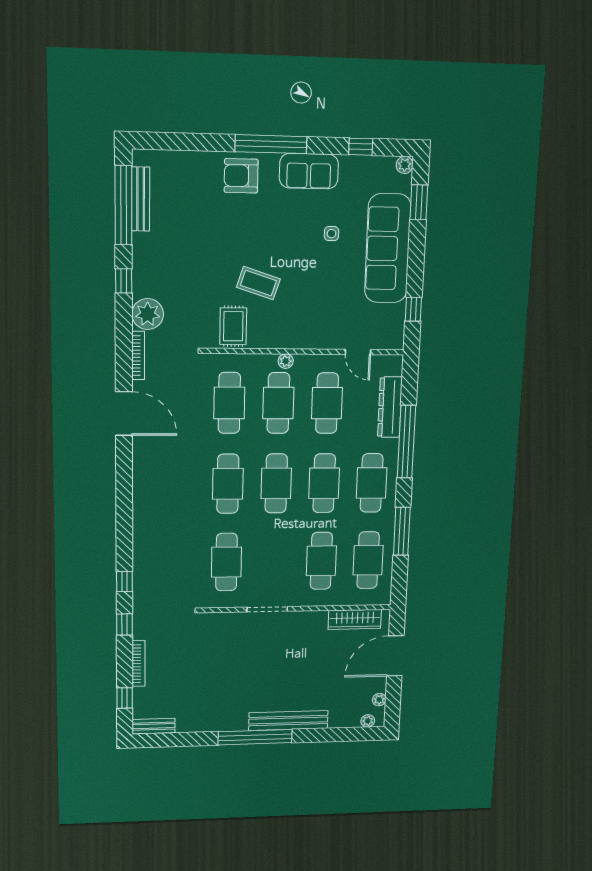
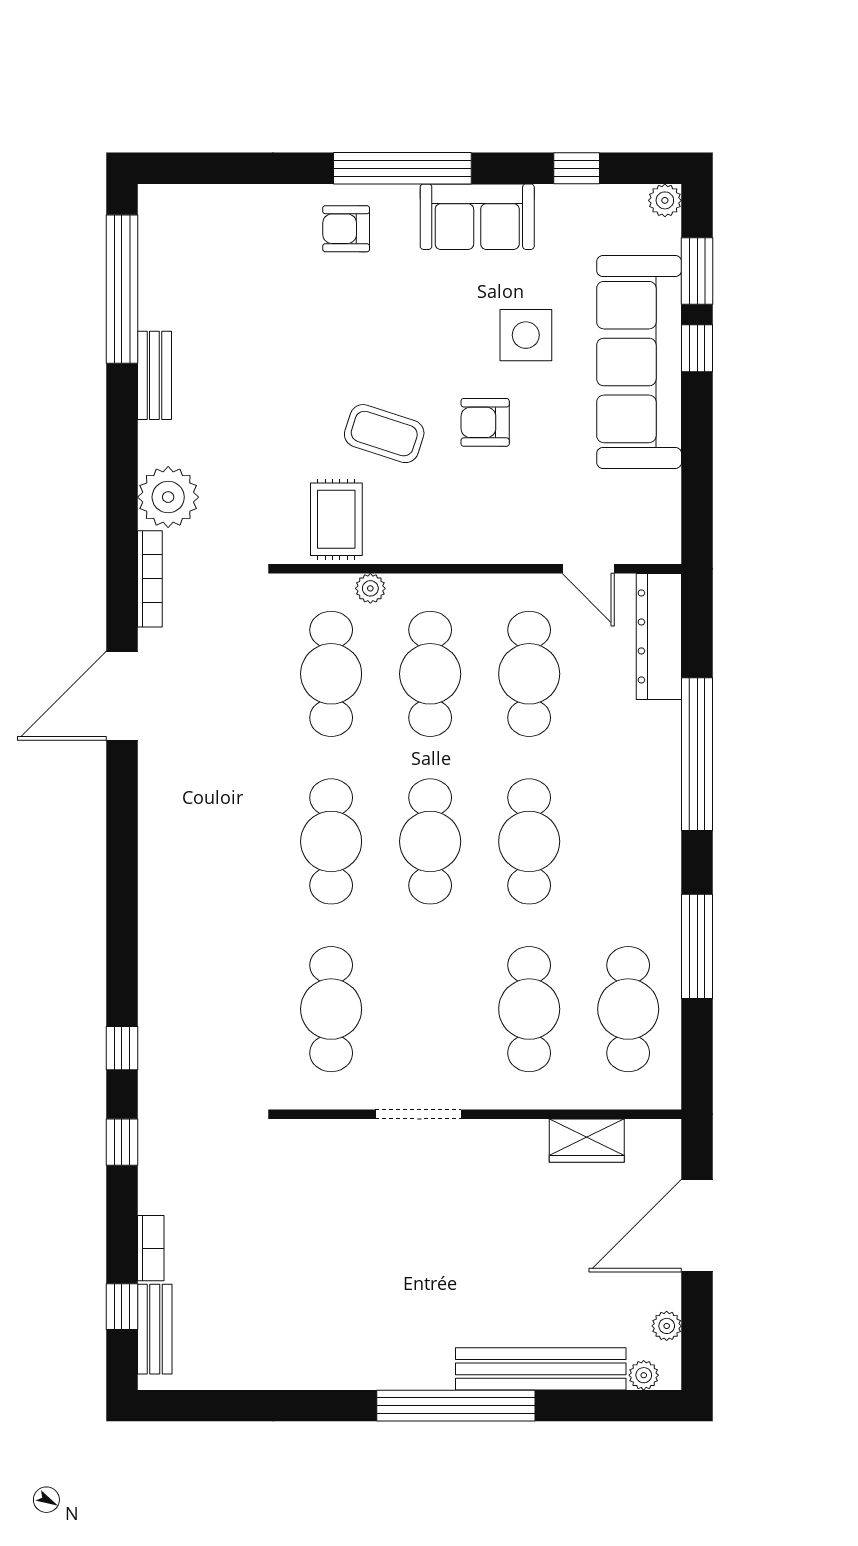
armchair: (241, 176) -> (346, 229), width x0.72, depth x0.72
bench: (141, 199) -> (154, 375), moved, width x0.73
side table: (331, 234) -> (526, 335), width x1.87, depth x1.87
armchair: (309, 278) -> (485, 422), added
window: (124, 281) -> (122, 433), removed
window: (413, 309) -> (697, 348), moved
plant: (286, 361) -> (370, 588), moved
dresser: (390, 407) -> (659, 636), moved
door: (124, 414) -> (122, 696), swing flipped
cafe table: (372, 483) -> (628, 841), removed
wardrobe: (355, 619) -> (587, 1141), width x0.67
bookcase: (138, 664) -> (151, 1248), width x0.64
bench: (288, 721) -> (541, 1369), moved
bench: (154, 726) -> (155, 1329), moved, turned 90
window: (255, 737) -> (456, 1406), moved

